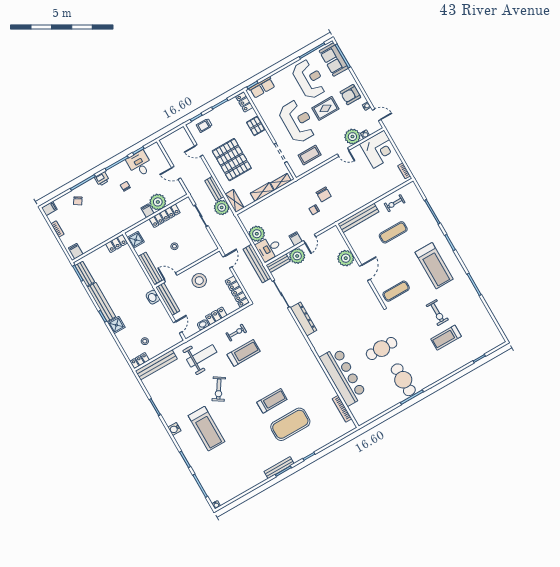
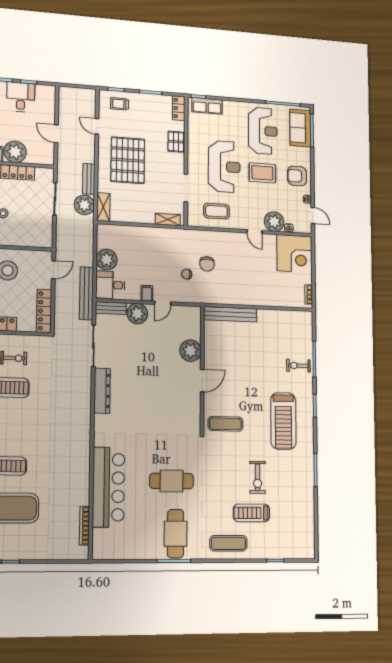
shelving: (262, 192) -> (140, 217), removed
exercise bike: (395, 203) -> (298, 366), moved
exercise mat: (393, 232) -> (228, 543), moved

